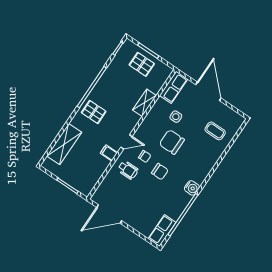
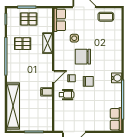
pallet: (94, 112) -> (23, 44), moved
coffee table: (215, 131) -> (106, 17), moved
shelving: (64, 144) -> (13, 106), width x1.47

